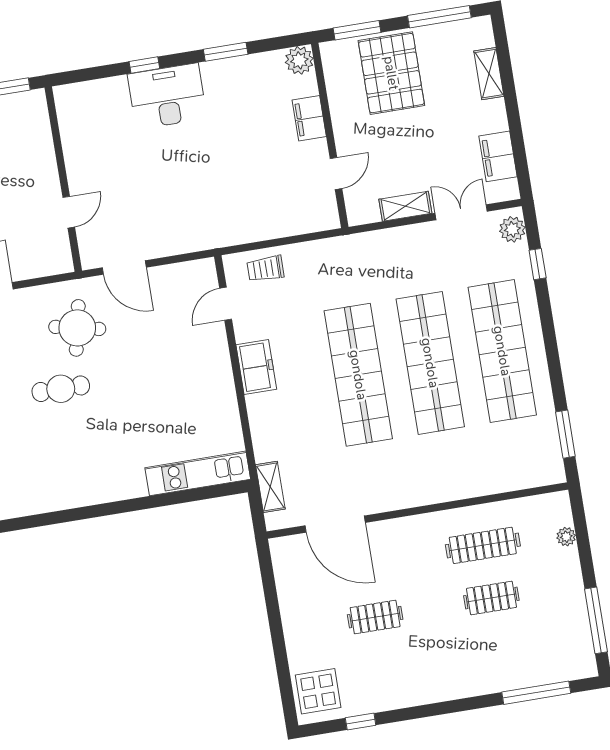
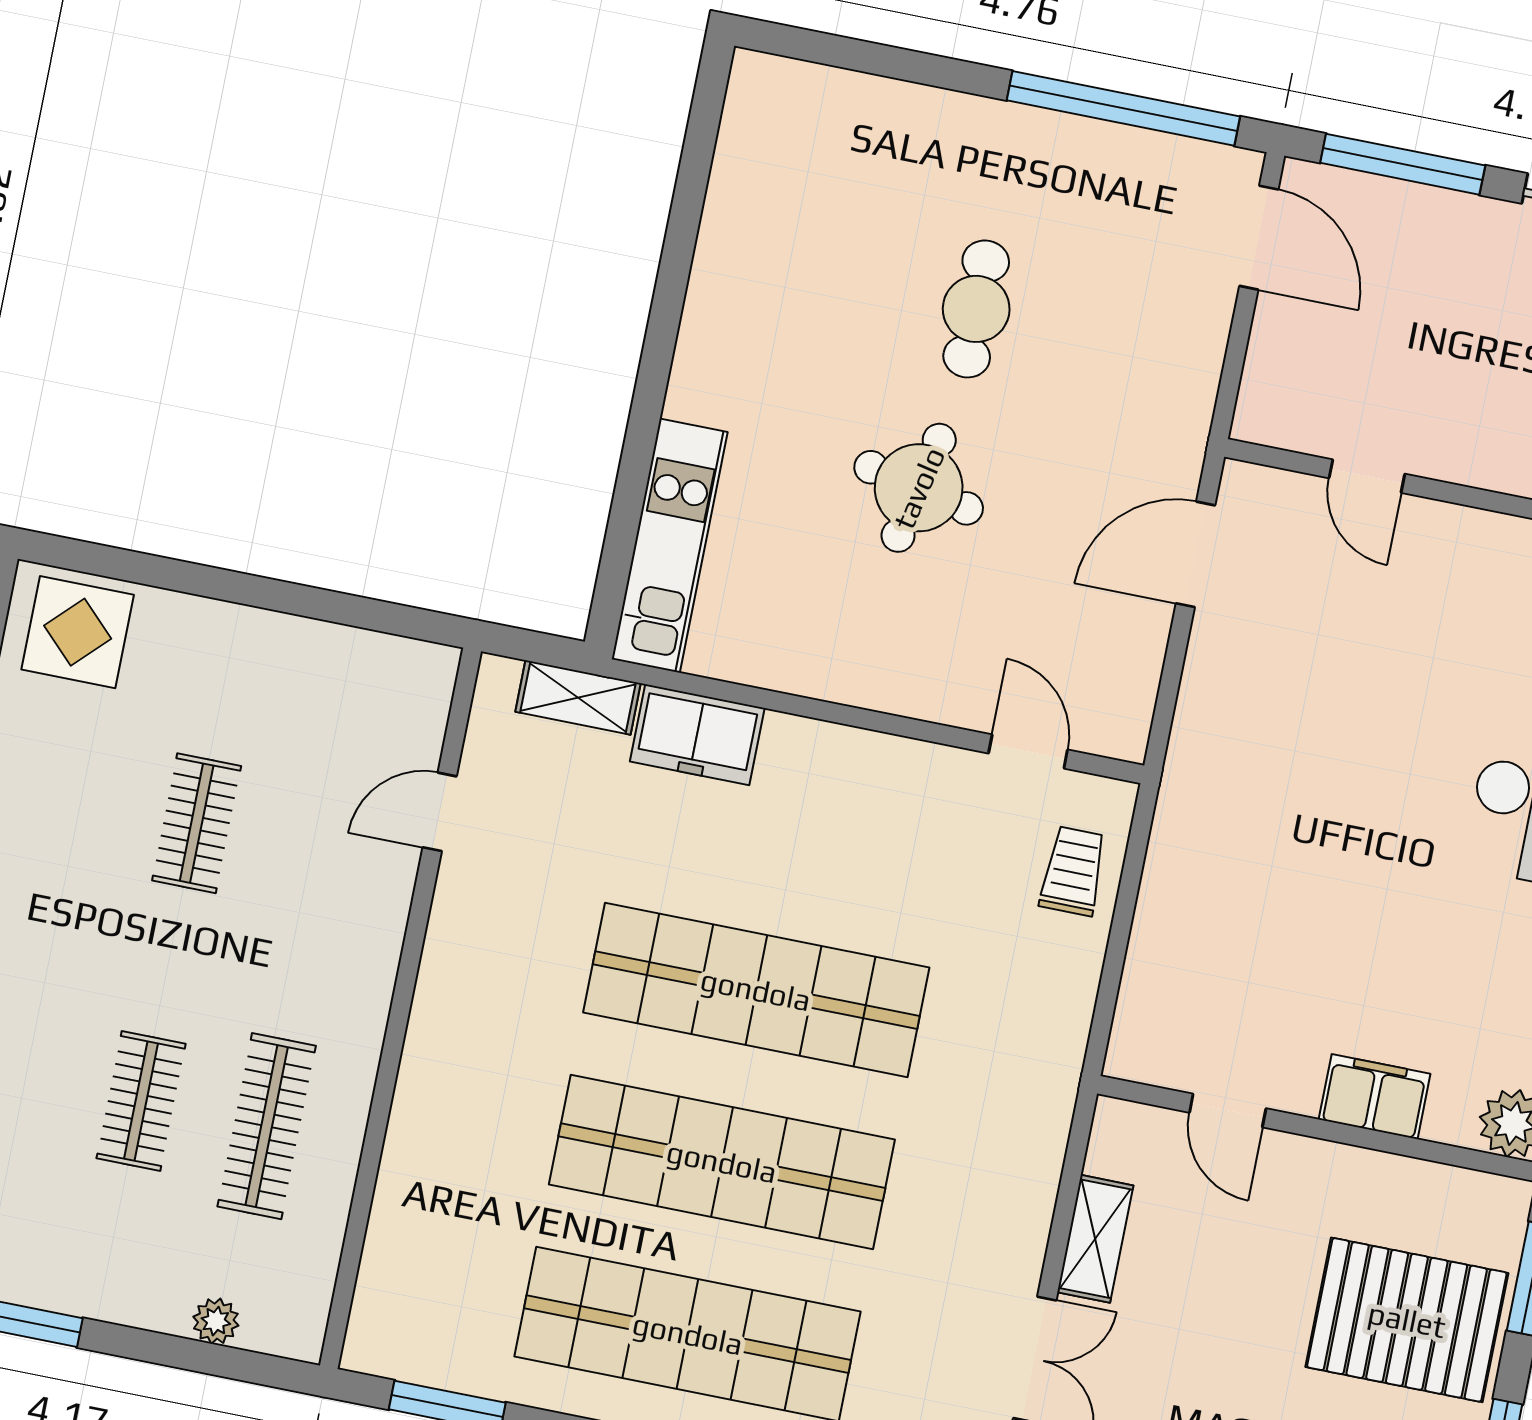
round table: (77, 328) -> (919, 488), moved
freezer: (256, 367) -> (697, 735), moved
door: (335, 524) -> (440, 812), width x0.53

